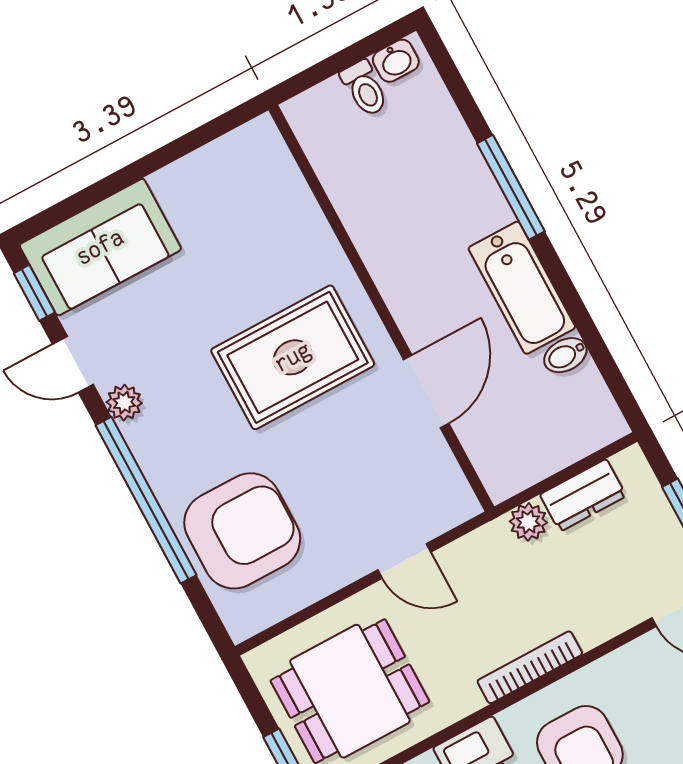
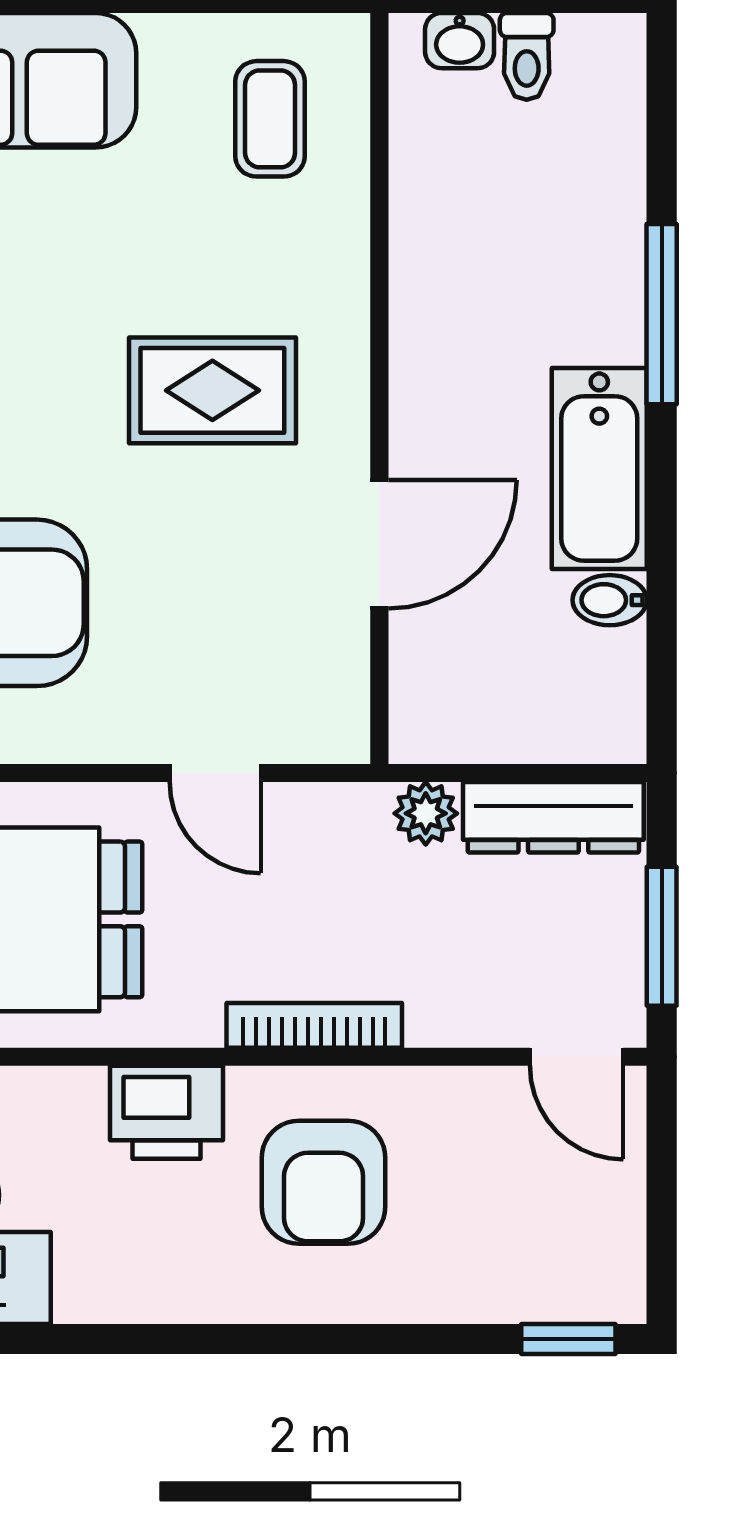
washbasin: (396, 61) -> (460, 41), moved
coffee table: (245, 196) -> (270, 119), added
rug: (293, 357) -> (212, 390), width x0.73, depth x0.70
dresser: (583, 495) -> (553, 817), width x1.44

